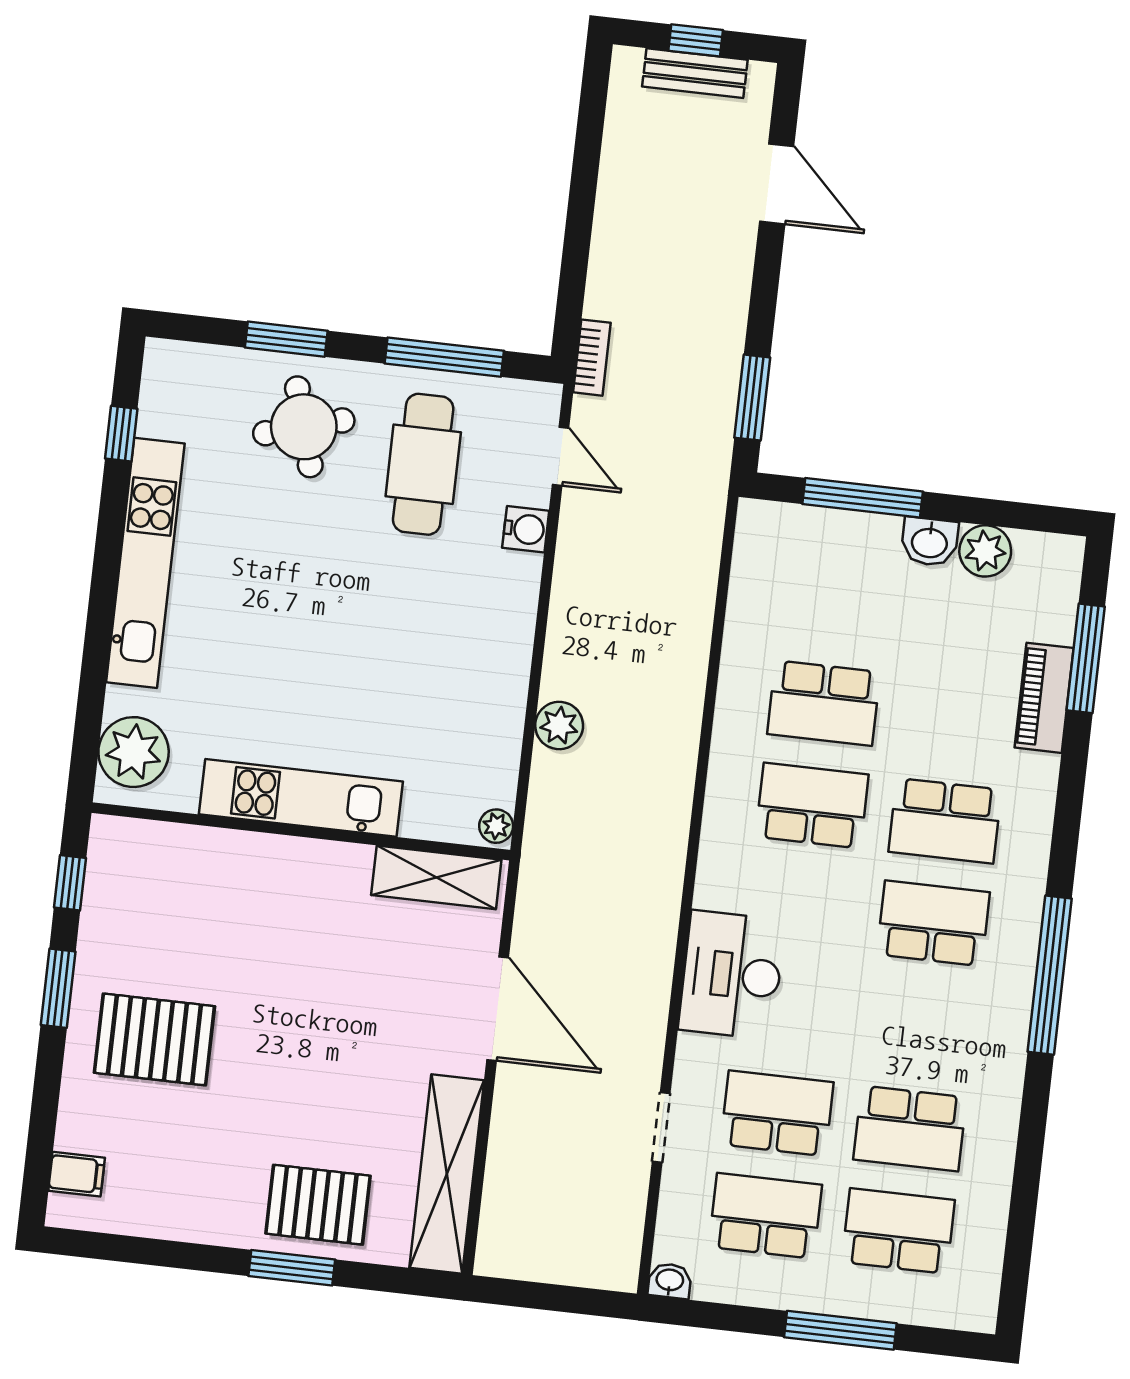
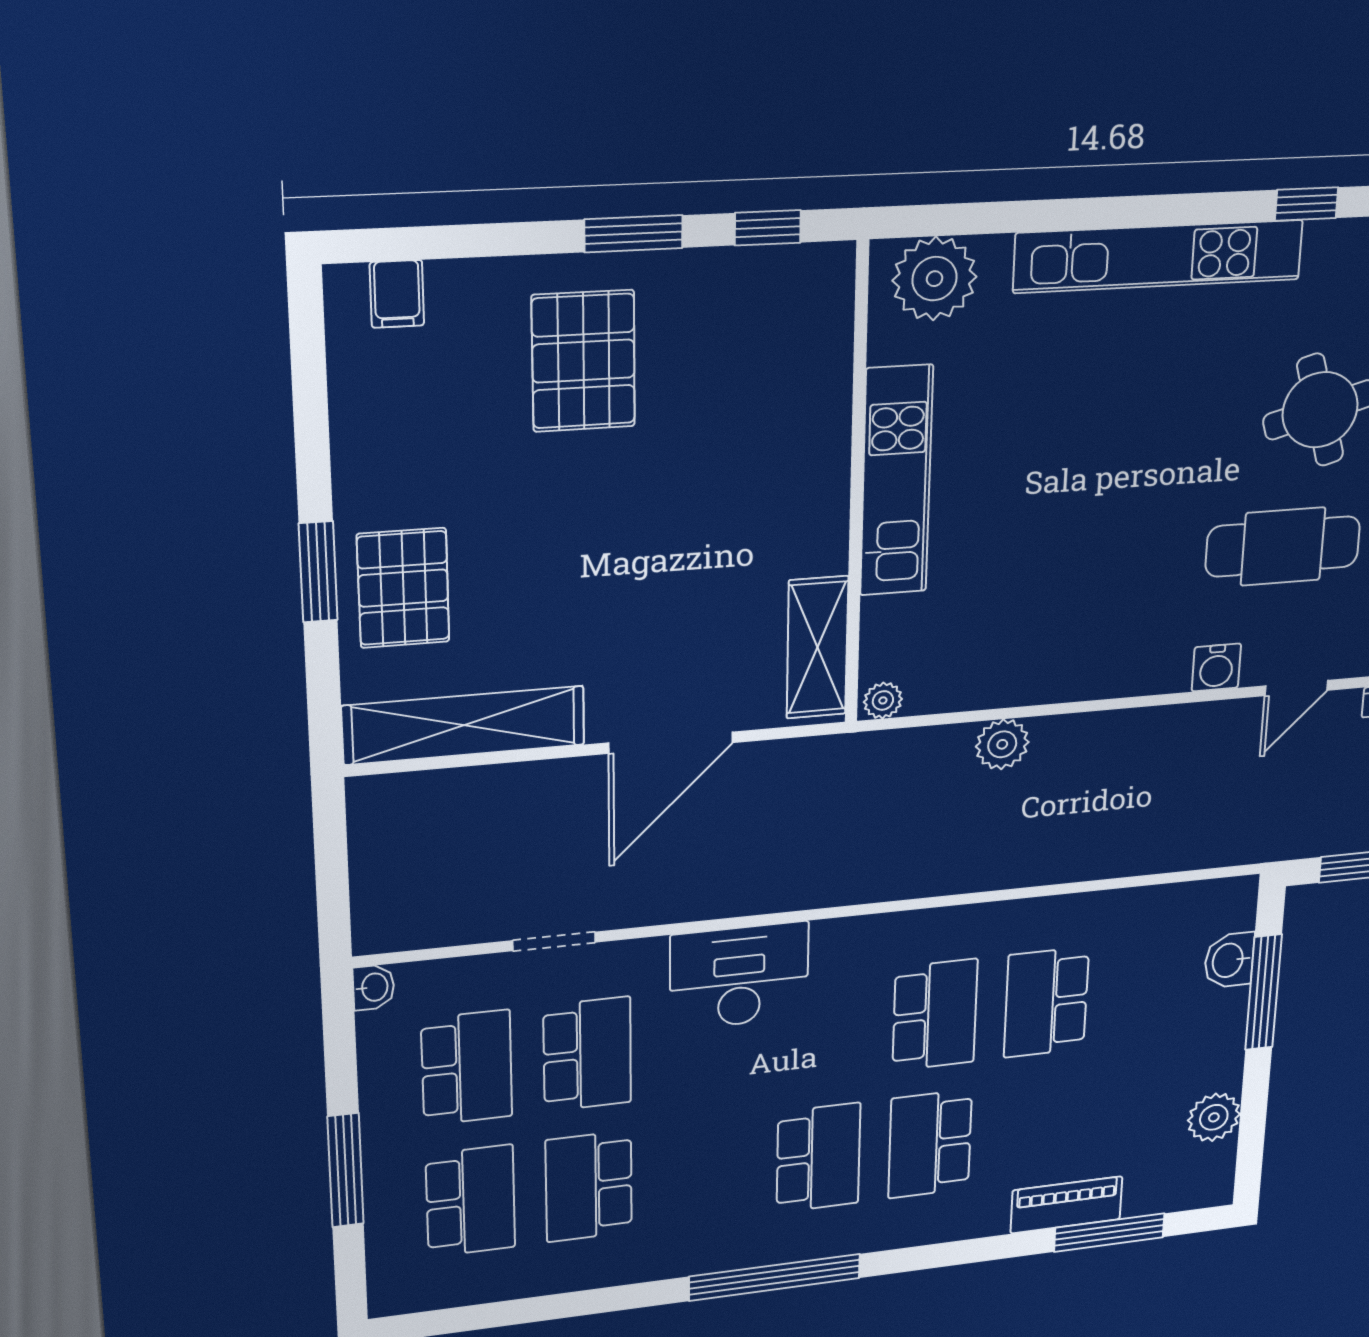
washbasin: (930, 542) -> (1229, 960), moved

